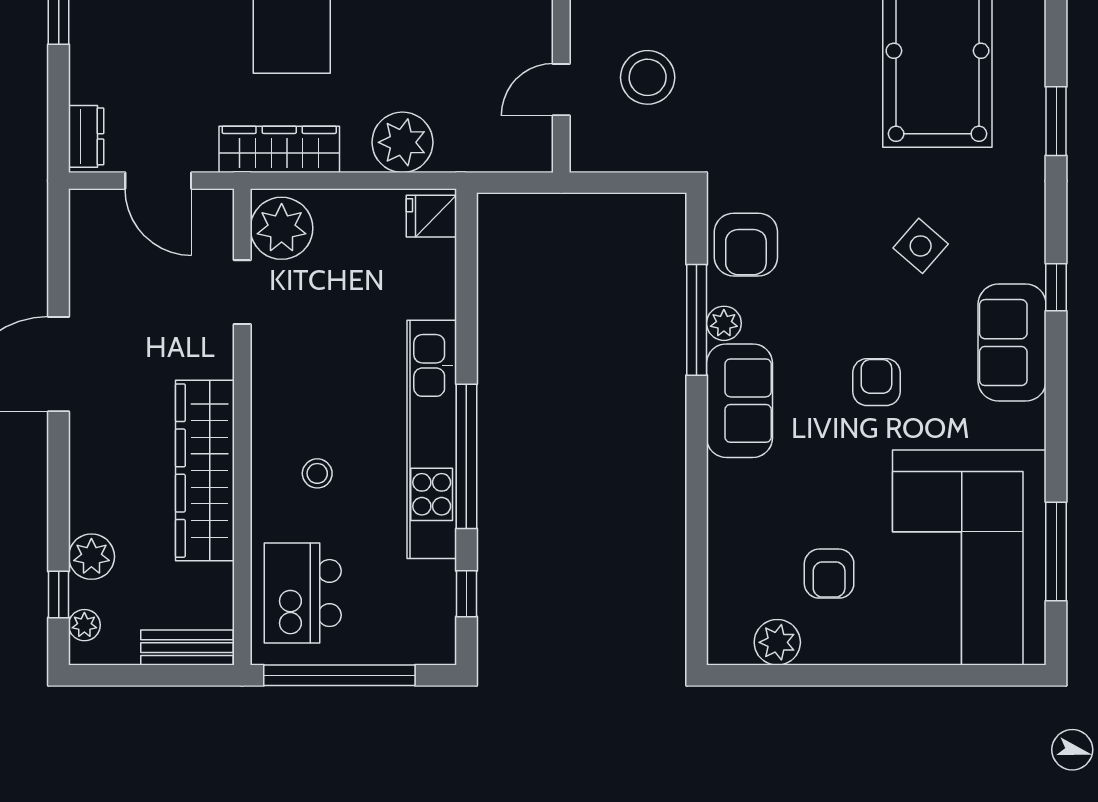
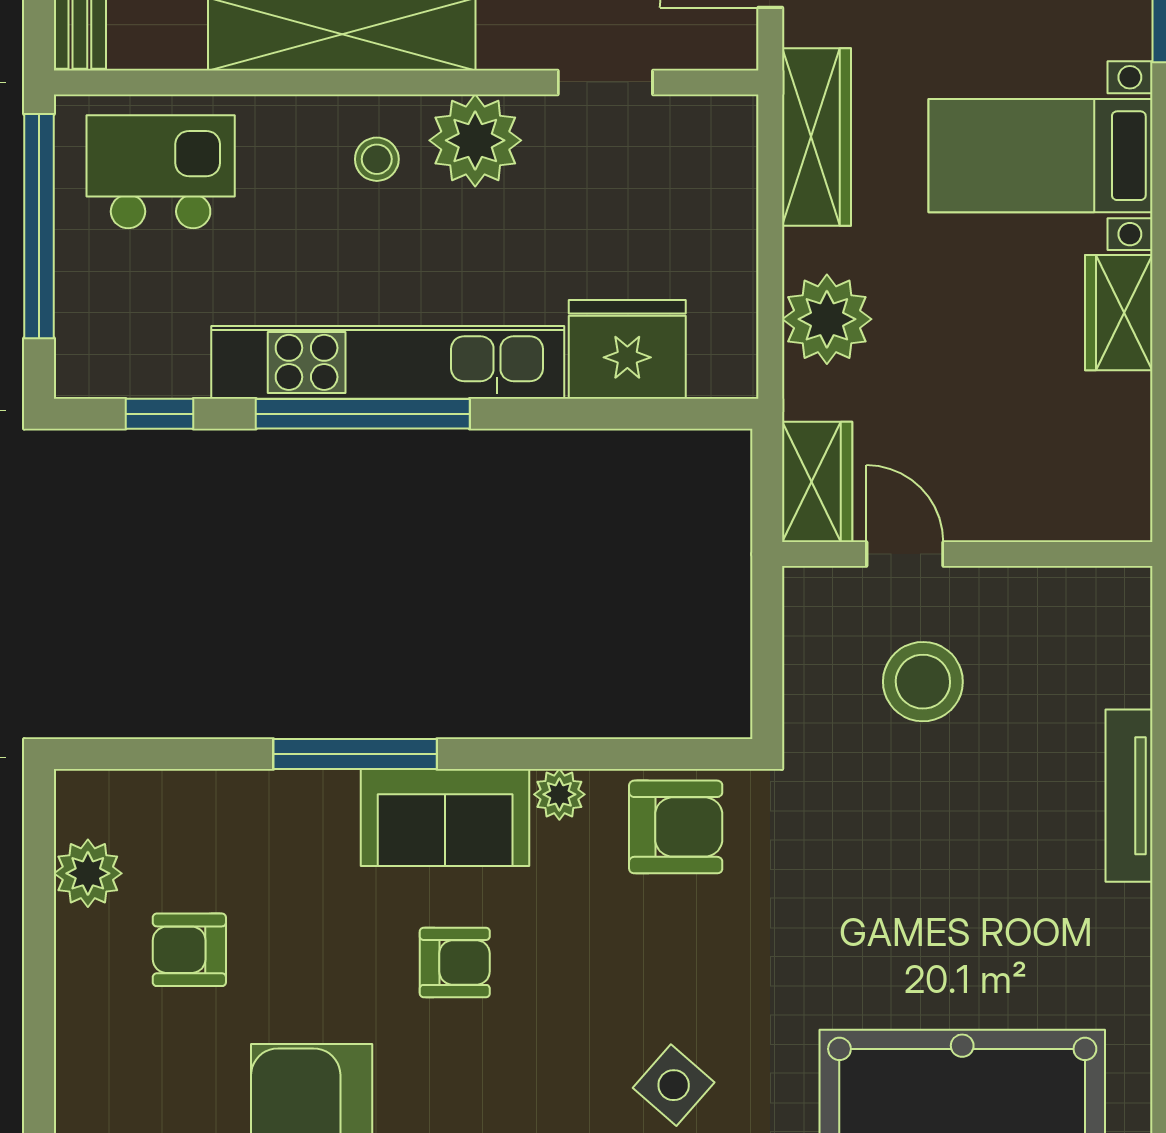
wardrobe: (513, 149) -> (817, 482), added
fridge: (431, 216) -> (627, 349), moved, width x1.88, depth x1.34
plant: (282, 228) -> (475, 140), moved
armchair: (746, 245) -> (676, 827), turned 180
window: (697, 320) -> (355, 754), moved
armchair: (876, 382) -> (455, 962), moved
stool: (317, 473) -> (377, 159), moved

